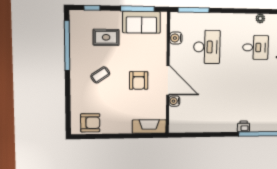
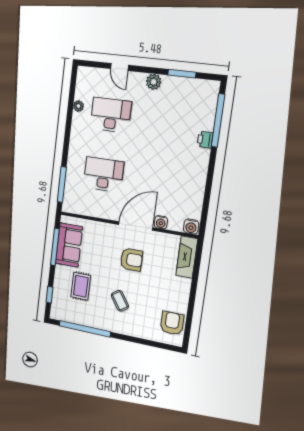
water cooler: (176, 38) -> (191, 227), moved
desk: (255, 47) -> (111, 115), width x1.37

